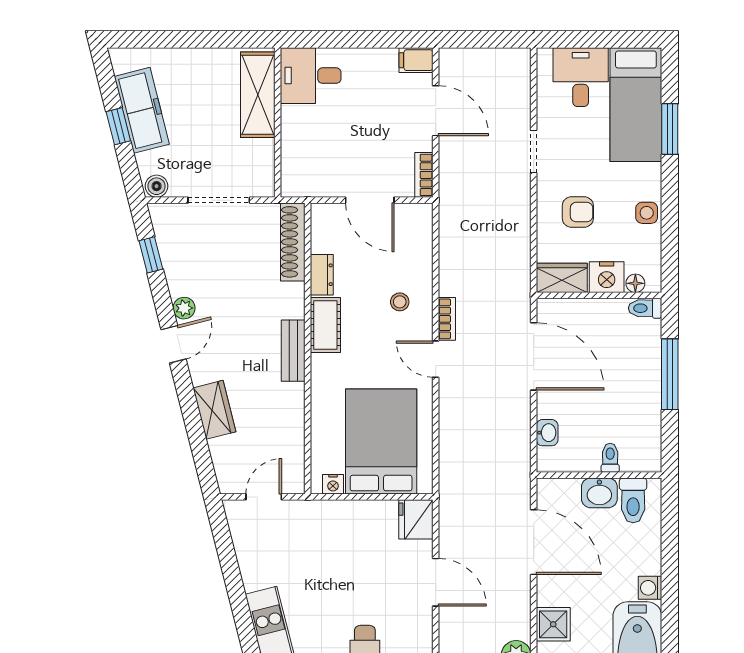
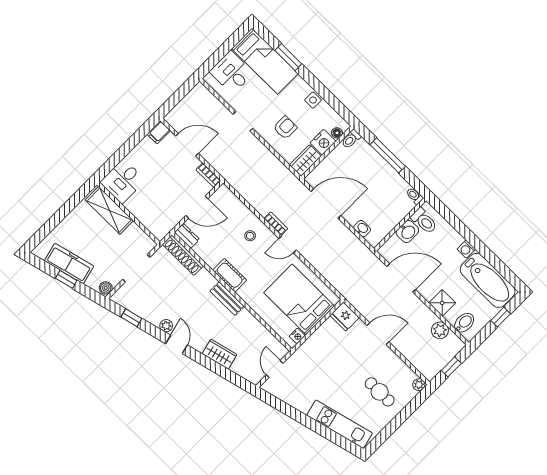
dresser: (322, 275) -> (187, 236), moved
toilet: (610, 458) -> (415, 196), moved

